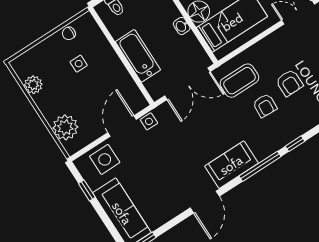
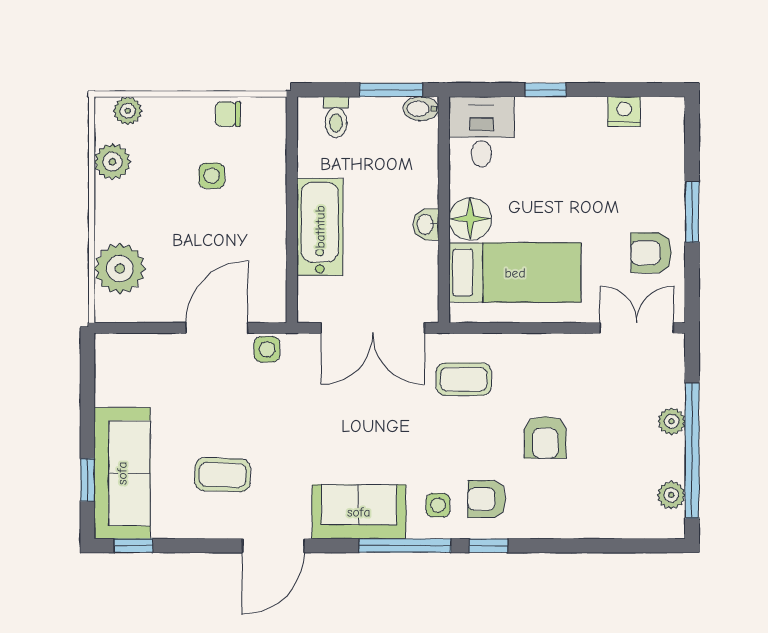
plant: (26, 59) -> (128, 111), added
coffee table: (239, 81) -> (464, 379), width x0.73, depth x0.77
armchair: (265, 106) -> (487, 499), moved, turned 87
side table: (105, 159) -> (438, 505), moved, width x0.54, depth x0.54
coffee table: (164, 186) -> (223, 475), added
window: (87, 190) -> (87, 480), moved

